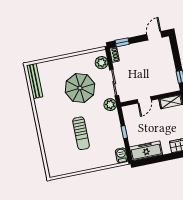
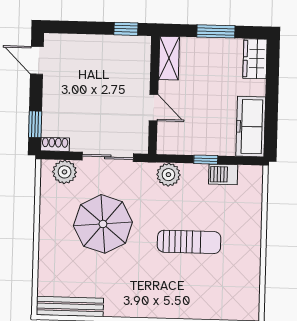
plant: (110, 105) -> (168, 175), moved
barbecue: (121, 156) -> (223, 174), moved

